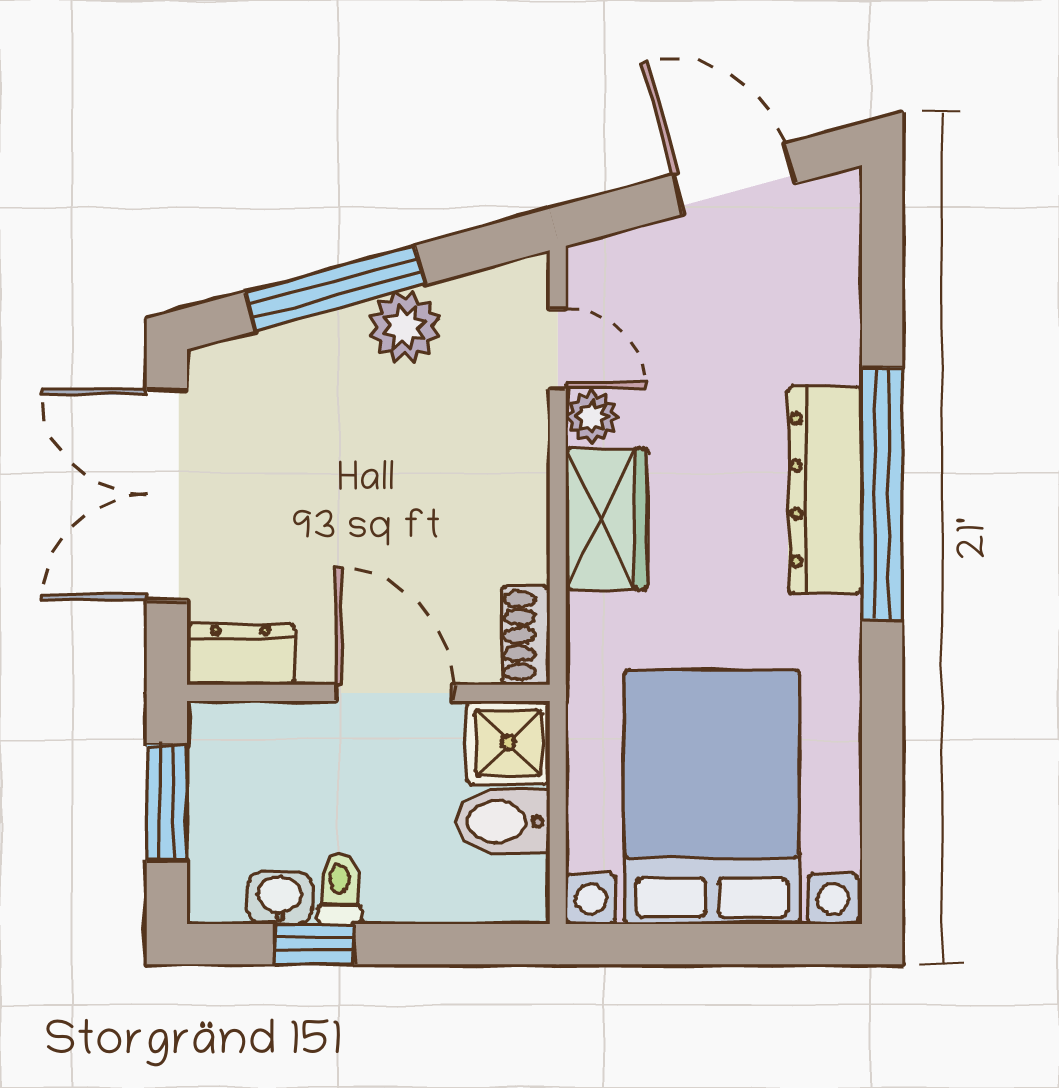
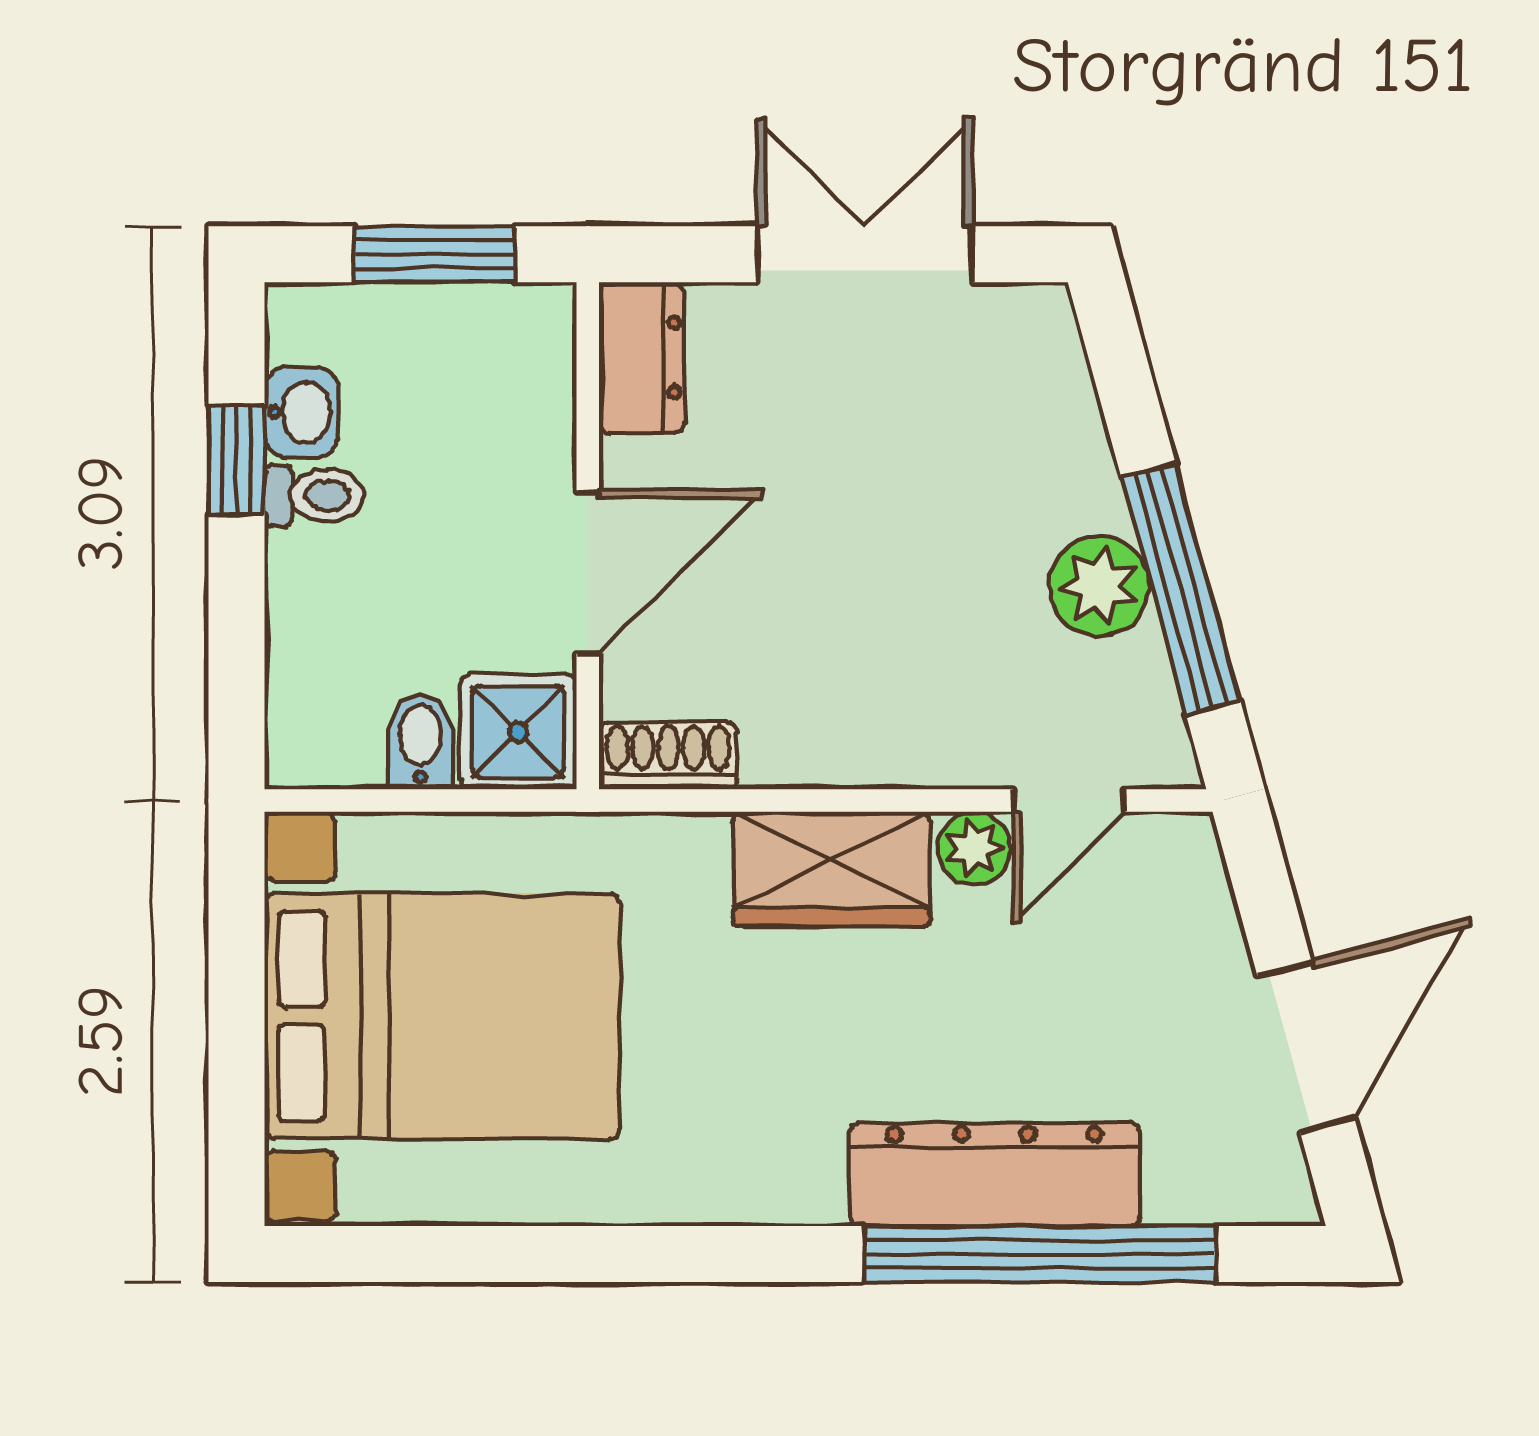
window: (335, 288) -> (1181, 589), moved
dresser: (825, 490) -> (995, 1174), moved
window: (882, 493) -> (1040, 1254), moved
double door: (167, 495) -> (865, 254), width x0.73
bidet: (503, 822) -> (420, 742), width x0.72, depth x0.74

